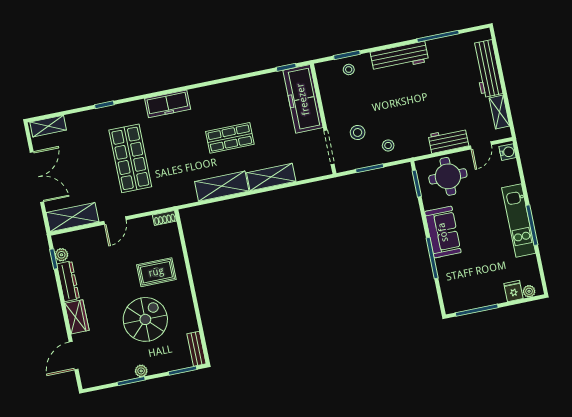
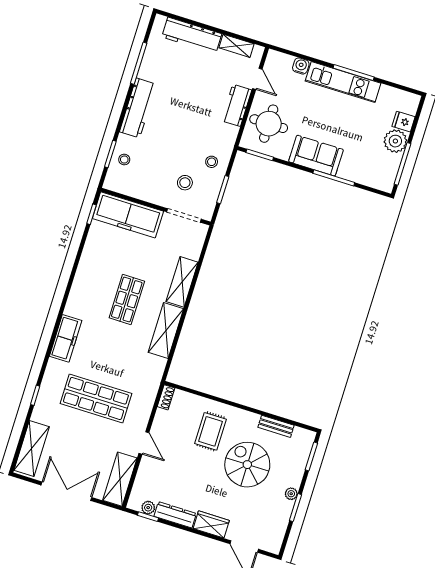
shelving: (48, 126) -> (32, 448), width x1.50, depth x1.33
water cooler: (508, 152) -> (301, 66), moved
plant: (529, 291) -> (395, 141), moved, width x1.88, depth x1.88
bench: (196, 349) -> (276, 426), moved

